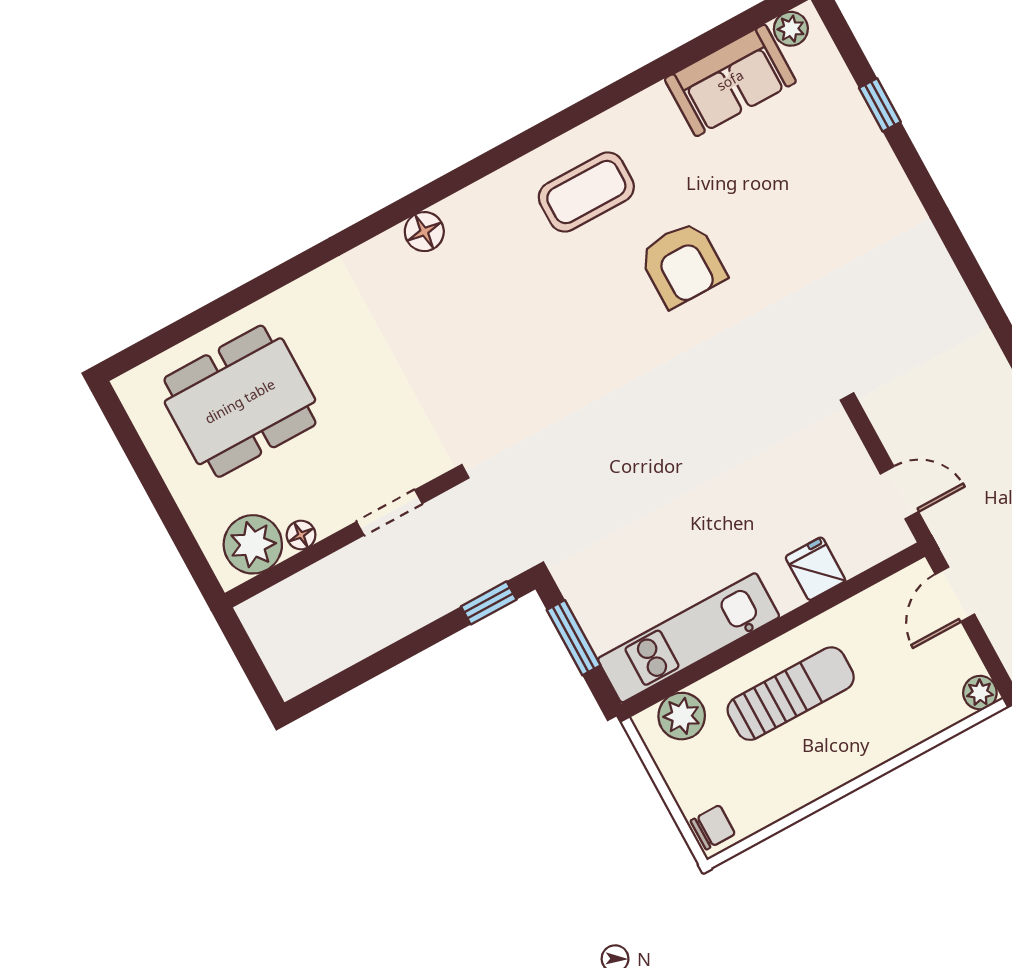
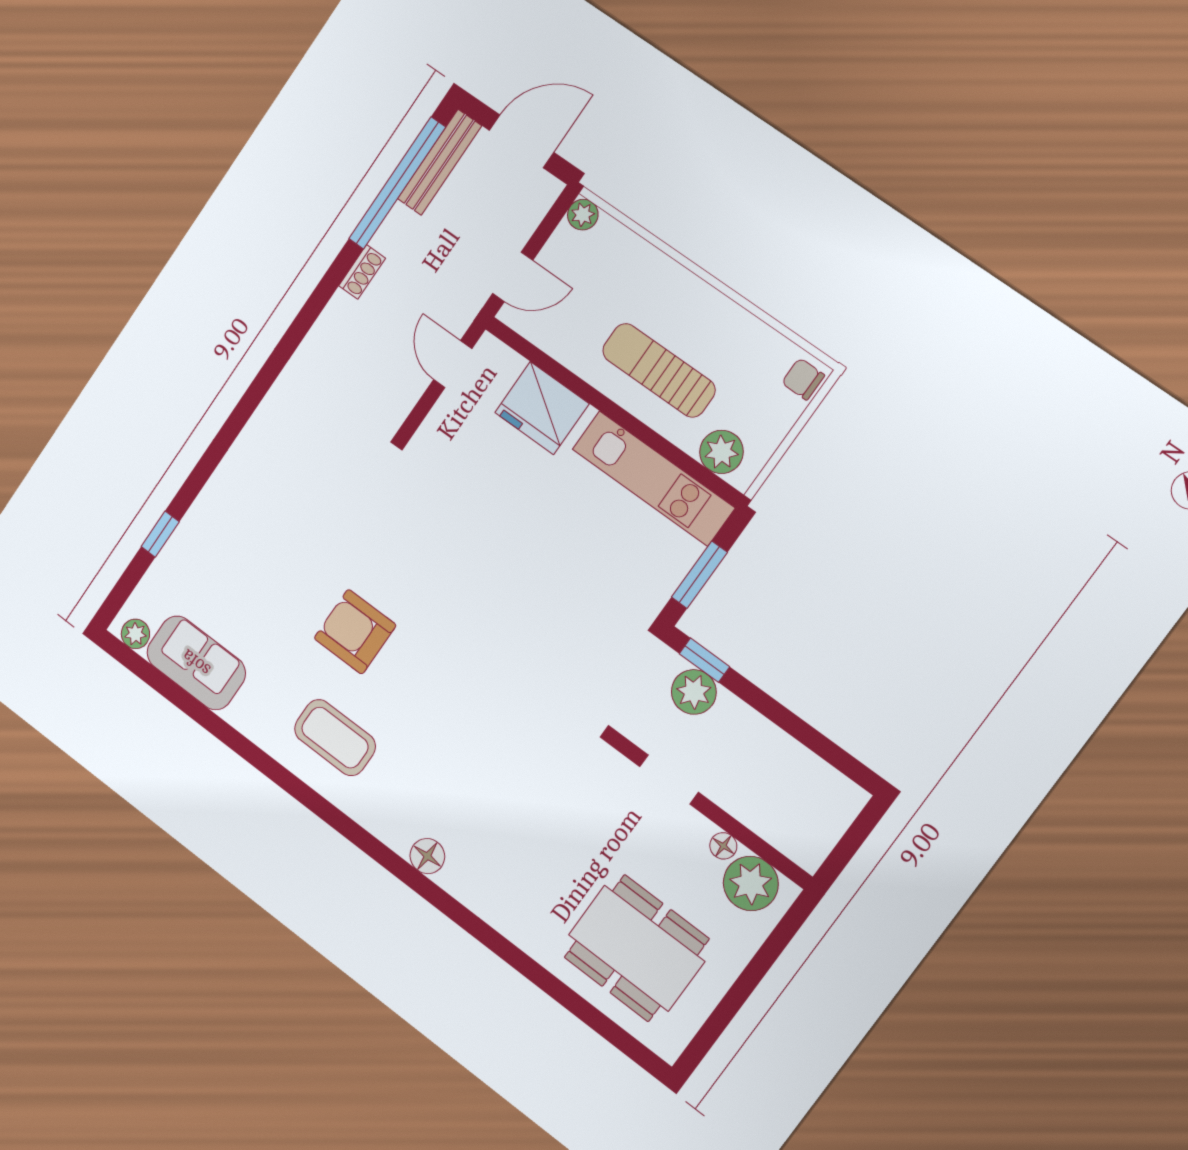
armchair: (682, 264) -> (355, 632), turned -90
fridge: (815, 569) -> (542, 408), width x1.88, depth x1.34
plant: (463, 578) -> (694, 692), added

